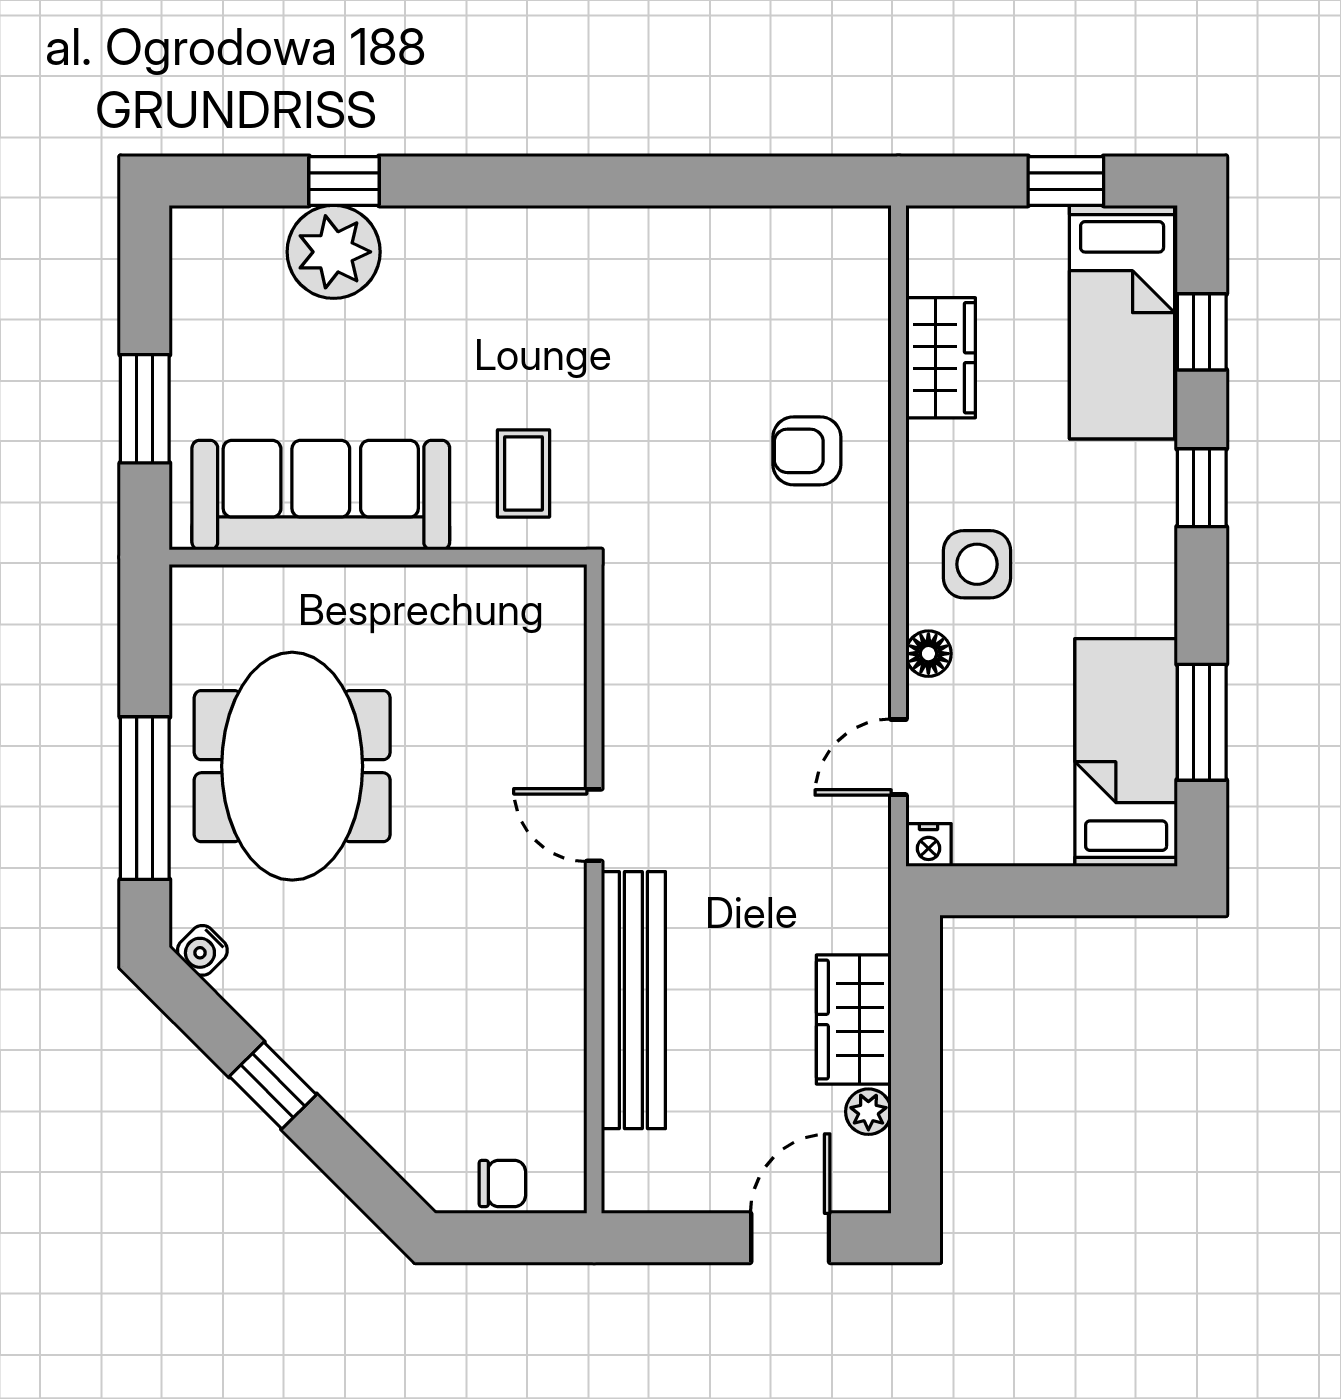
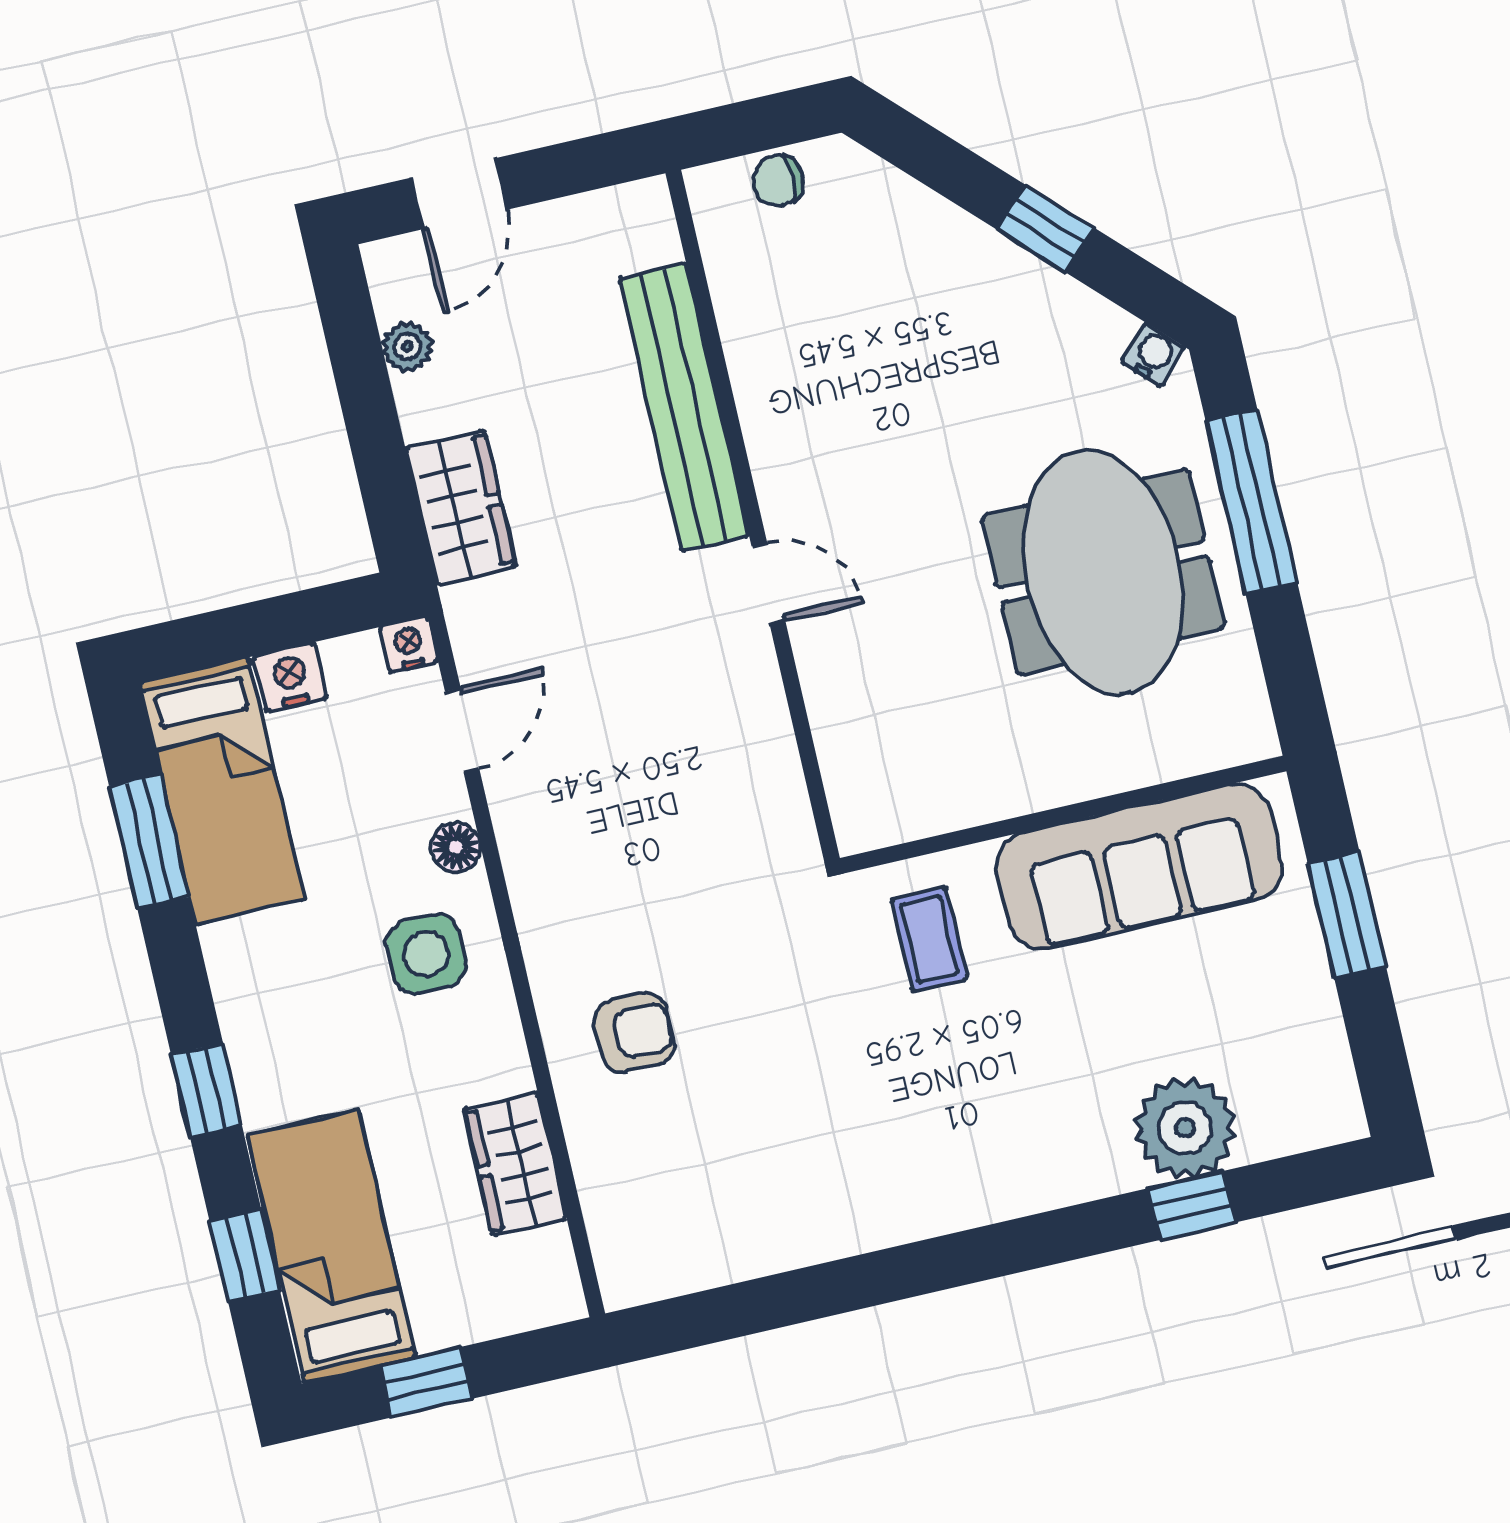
nightstand: (1041, 840) -> (290, 677), added
wardrobe: (854, 1019) -> (461, 507), moved

